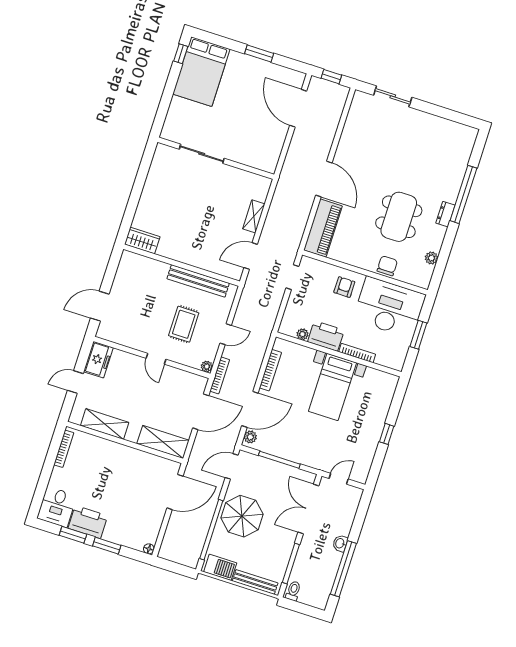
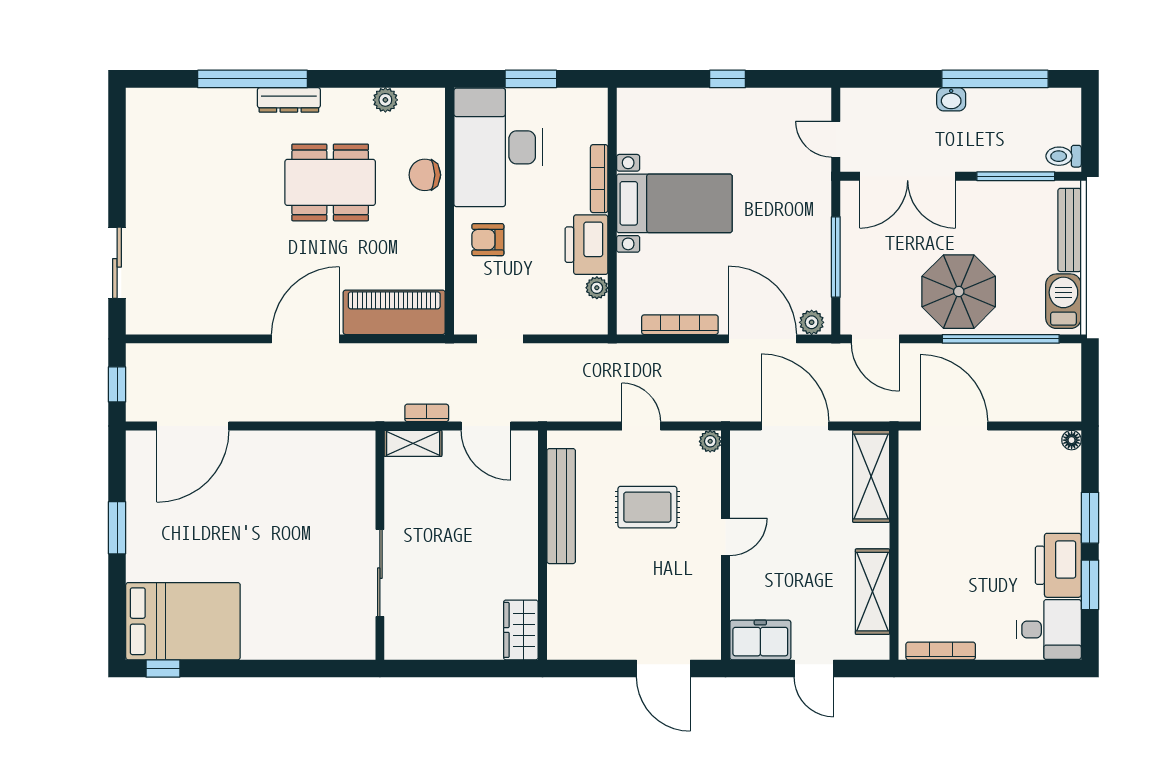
sliding door: (202, 154) -> (380, 573), moved
wall: (216, 158) -> (380, 545), moved
dresser: (445, 214) -> (289, 100), width x1.44
bookcase: (220, 375) -> (427, 413), moved, width x0.64

